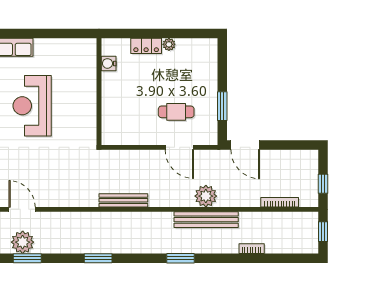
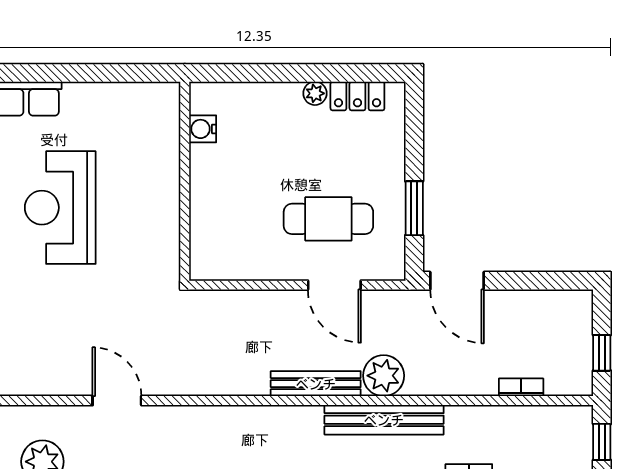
locker: (146, 46) -> (357, 96), moved
cafe table: (176, 112) -> (328, 219), width x1.37, depth x1.35
bench: (123, 200) -> (316, 384), moved
bookcase: (280, 202) -> (521, 387), width x0.64
door: (22, 209) -> (117, 401), moved

